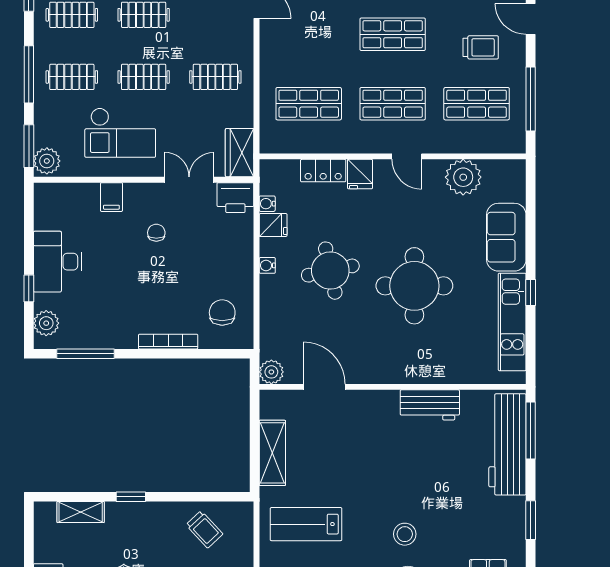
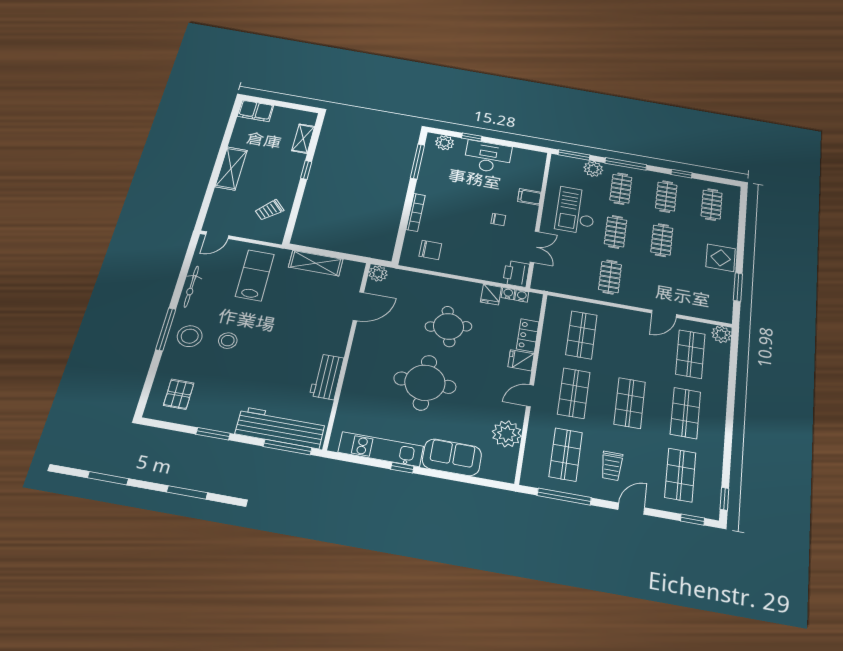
wardrobe: (240, 153) -> (550, 282), removed
plant: (47, 161) -> (593, 169), moved
water cooler: (267, 265) -> (522, 296), moved

